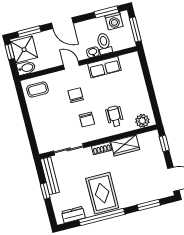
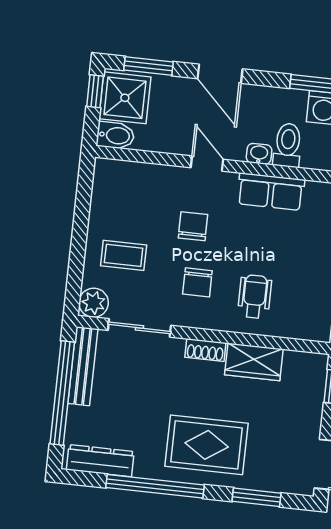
coffee table: (37, 89) -> (124, 255), moved
plant: (142, 121) -> (94, 303), moved
window: (45, 191) -> (62, 393), width x3.17
rug: (102, 193) -> (207, 445), moved, turned 90
dresser: (73, 215) -> (100, 461), width x1.44

